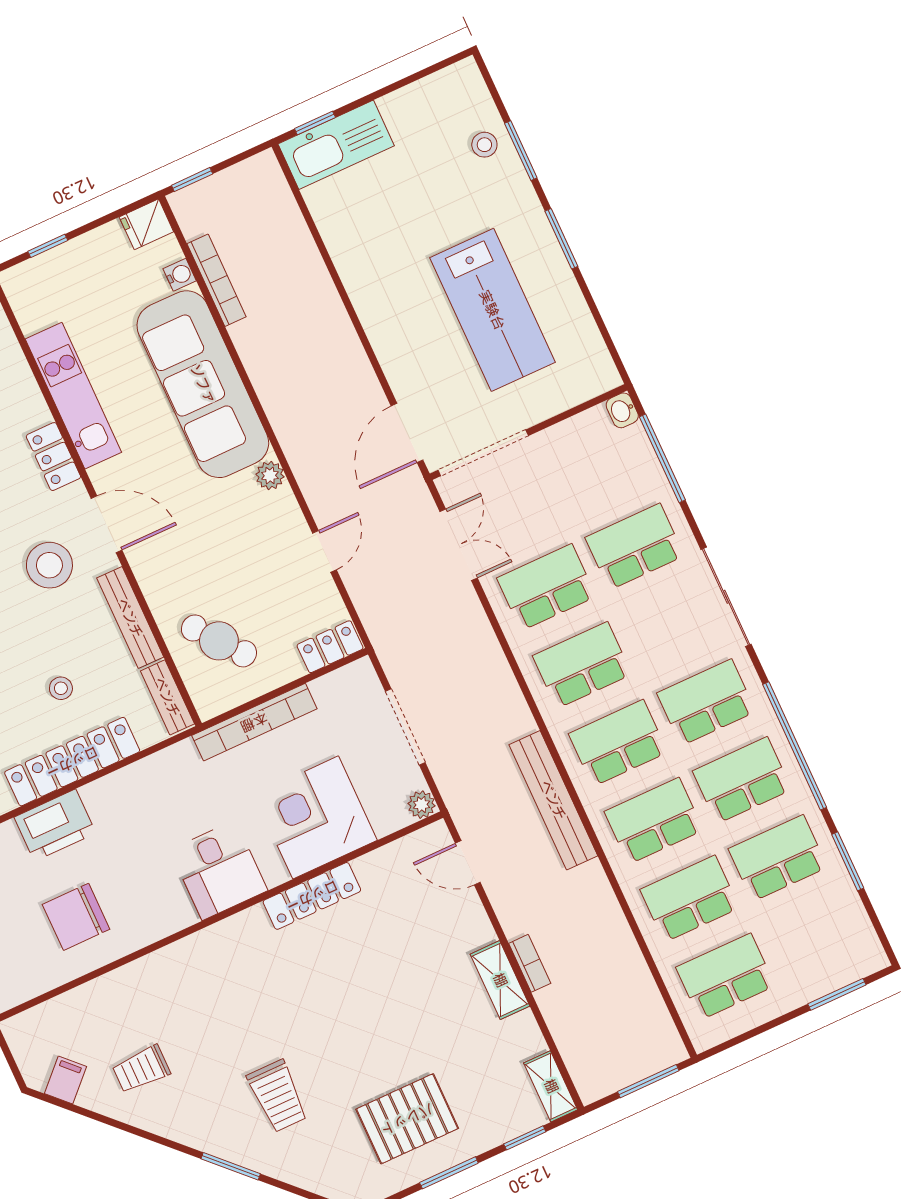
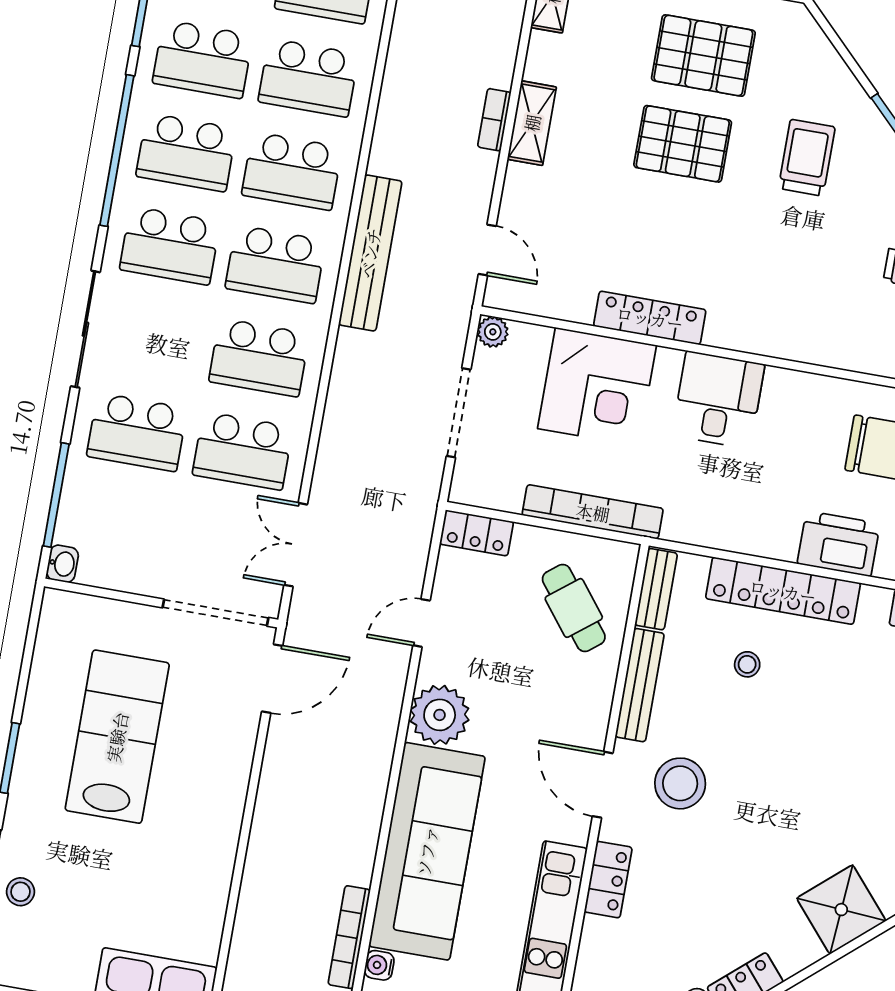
plant: (270, 475) -> (440, 715), width x1.88, depth x1.88
pallet: (377, 1042) -> (683, 144), added

